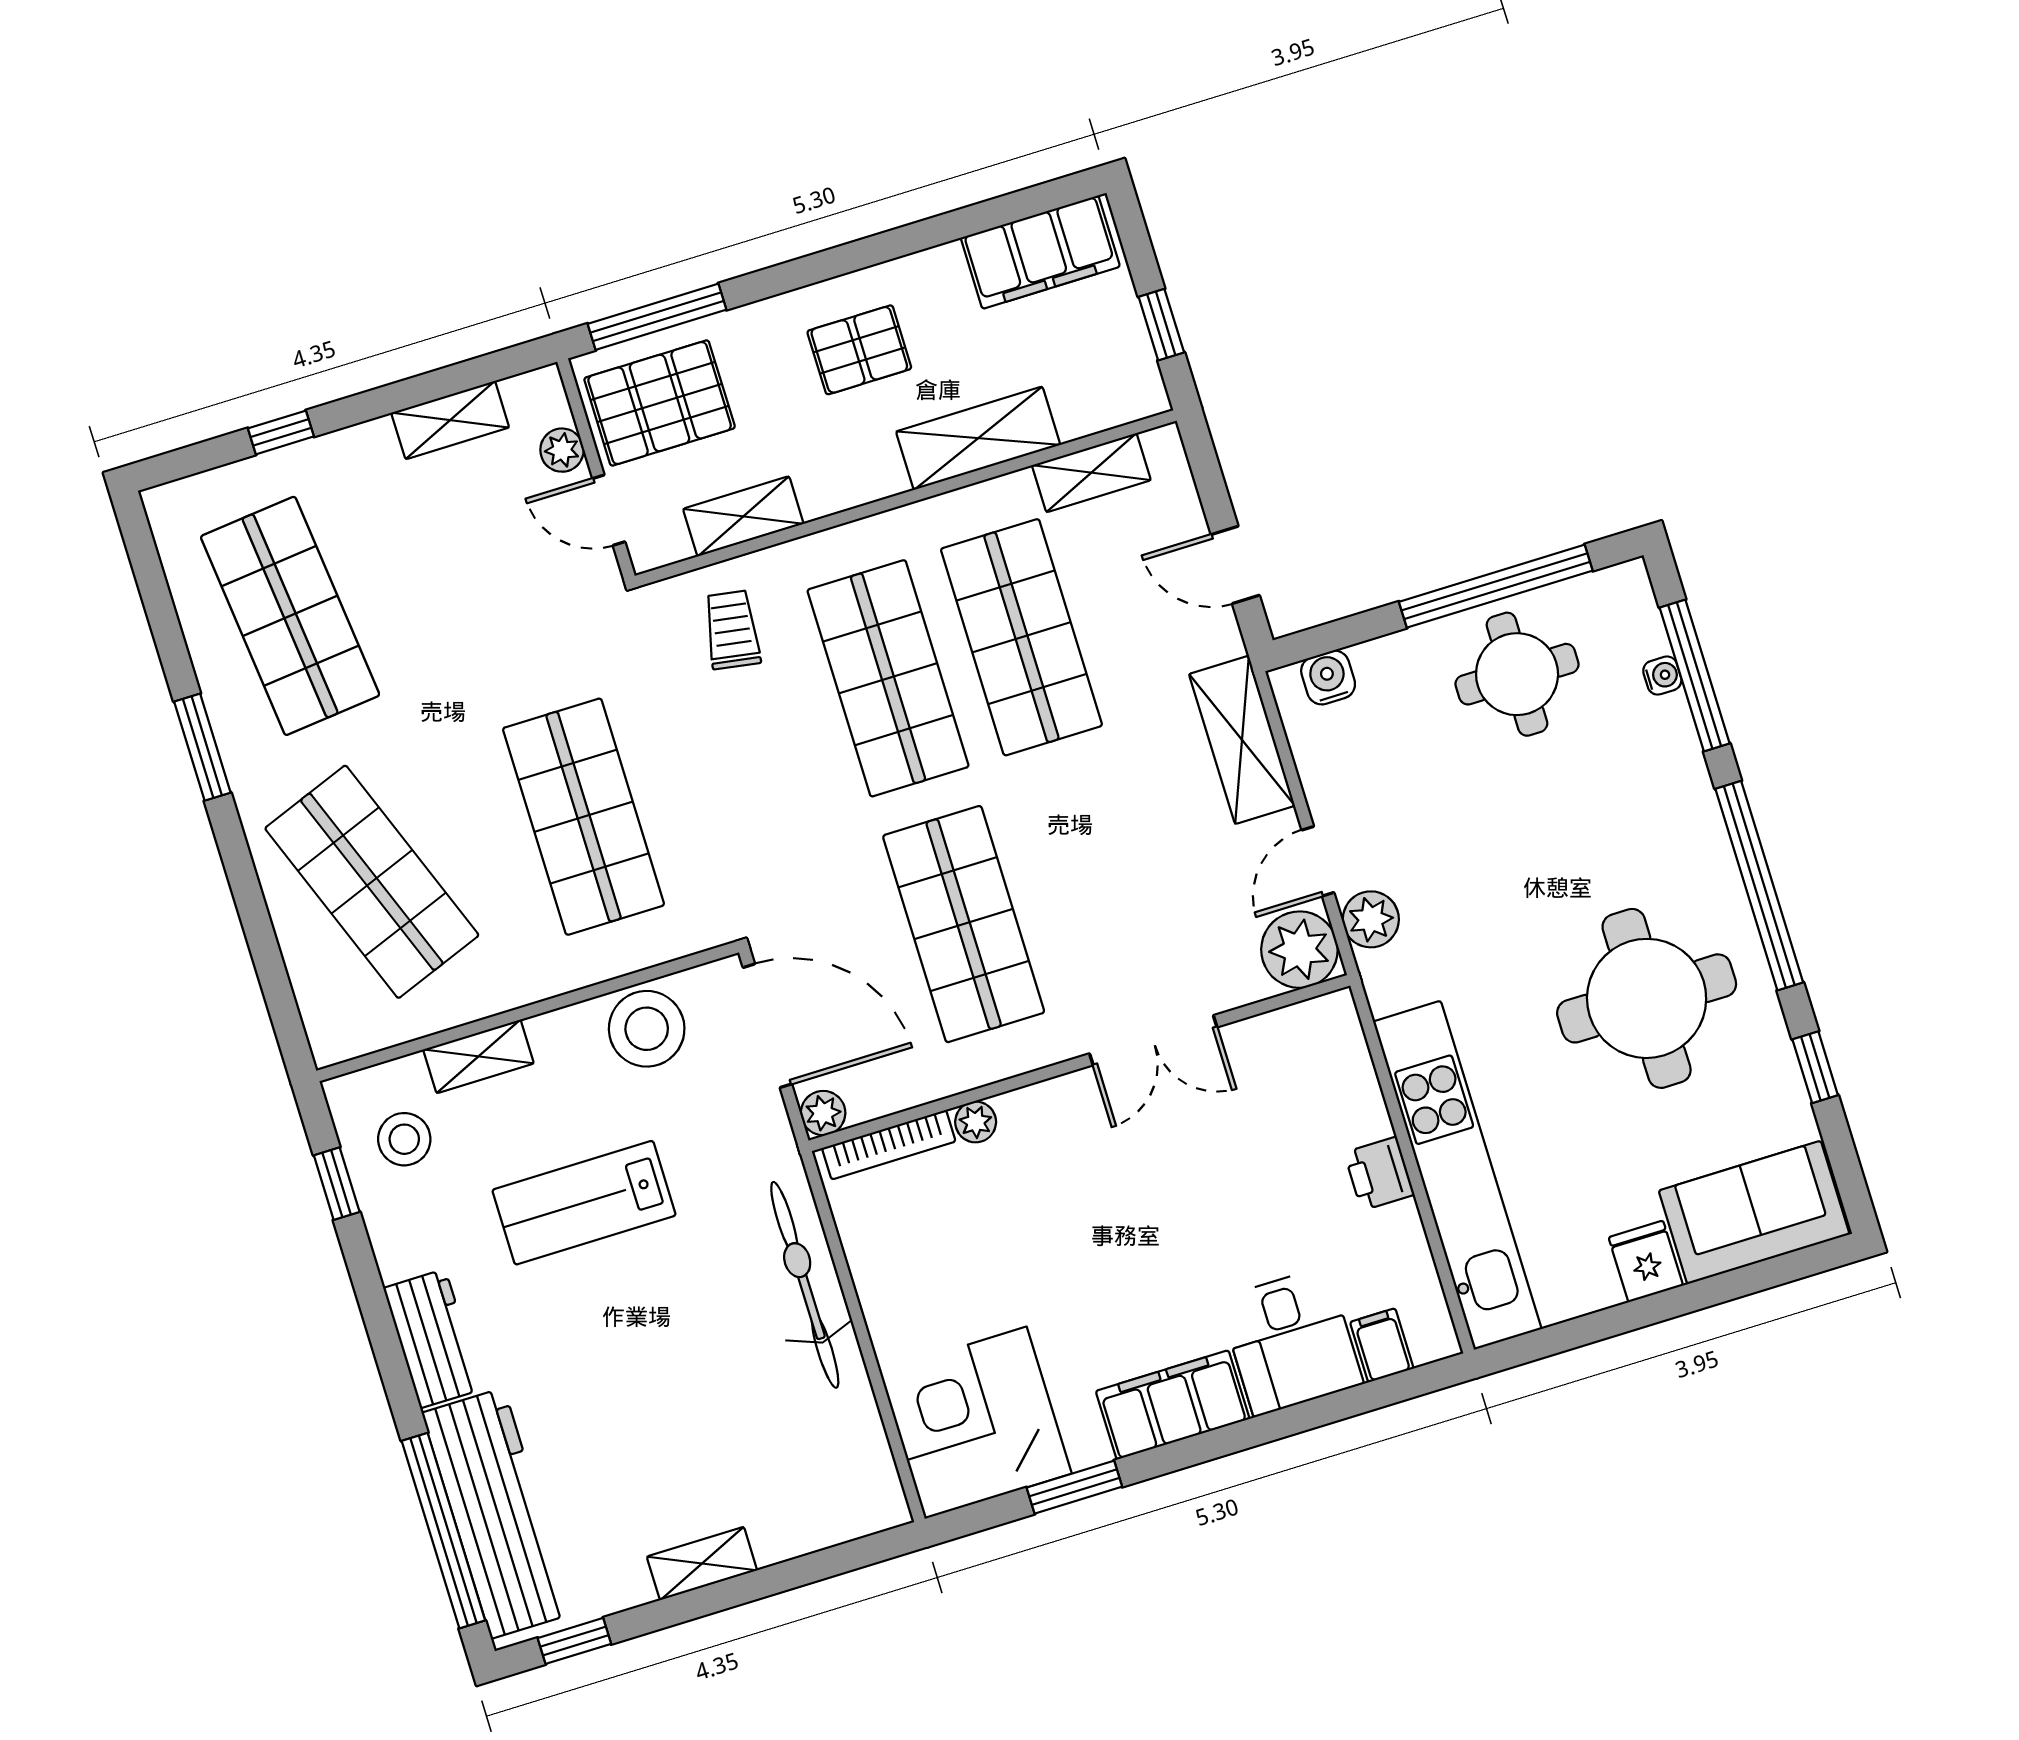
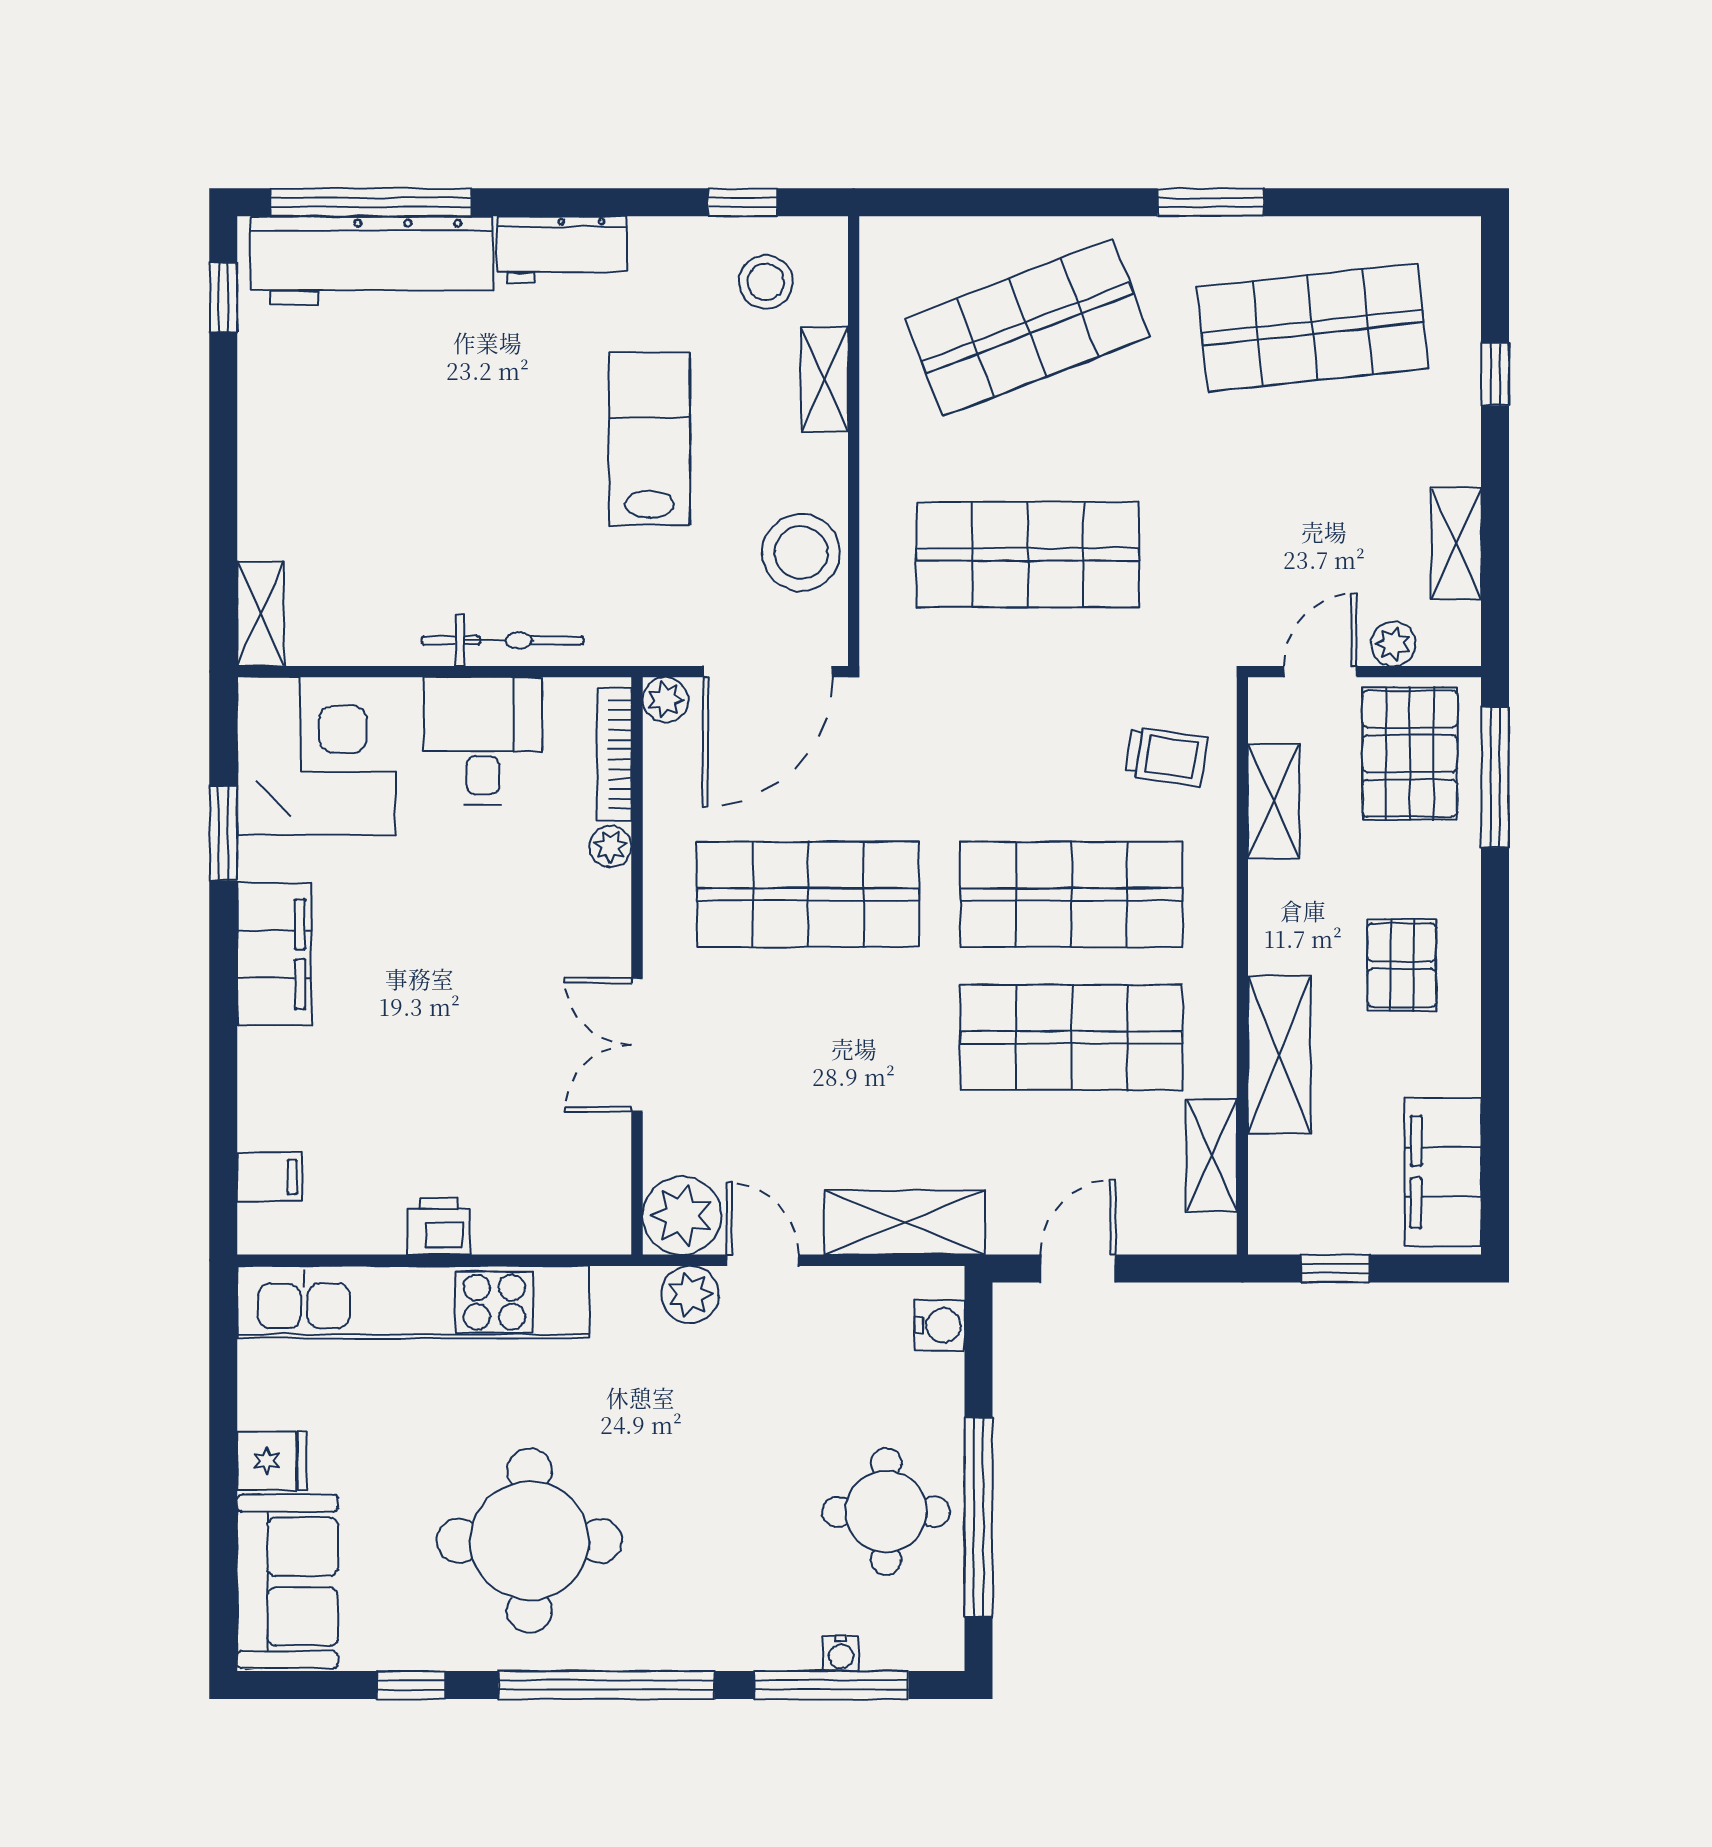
bicycle: (805, 1285) -> (503, 640), width x0.73, depth x0.71
desk: (1291, 1341) -> (483, 741), moved, turned 90
shelving: (702, 1564) -> (261, 614), moved

